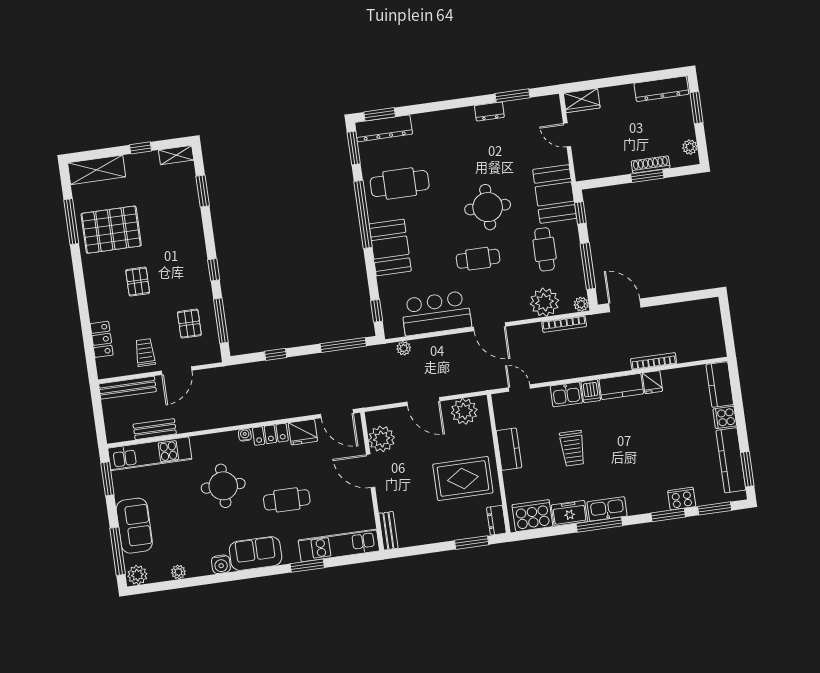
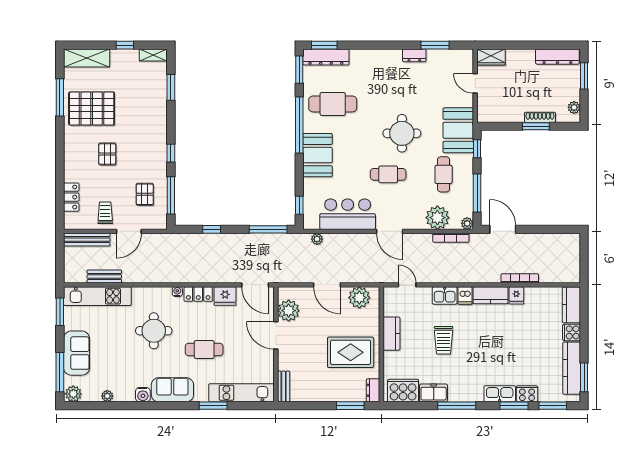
kitchen sink: (607, 509) -> (500, 394), moved

